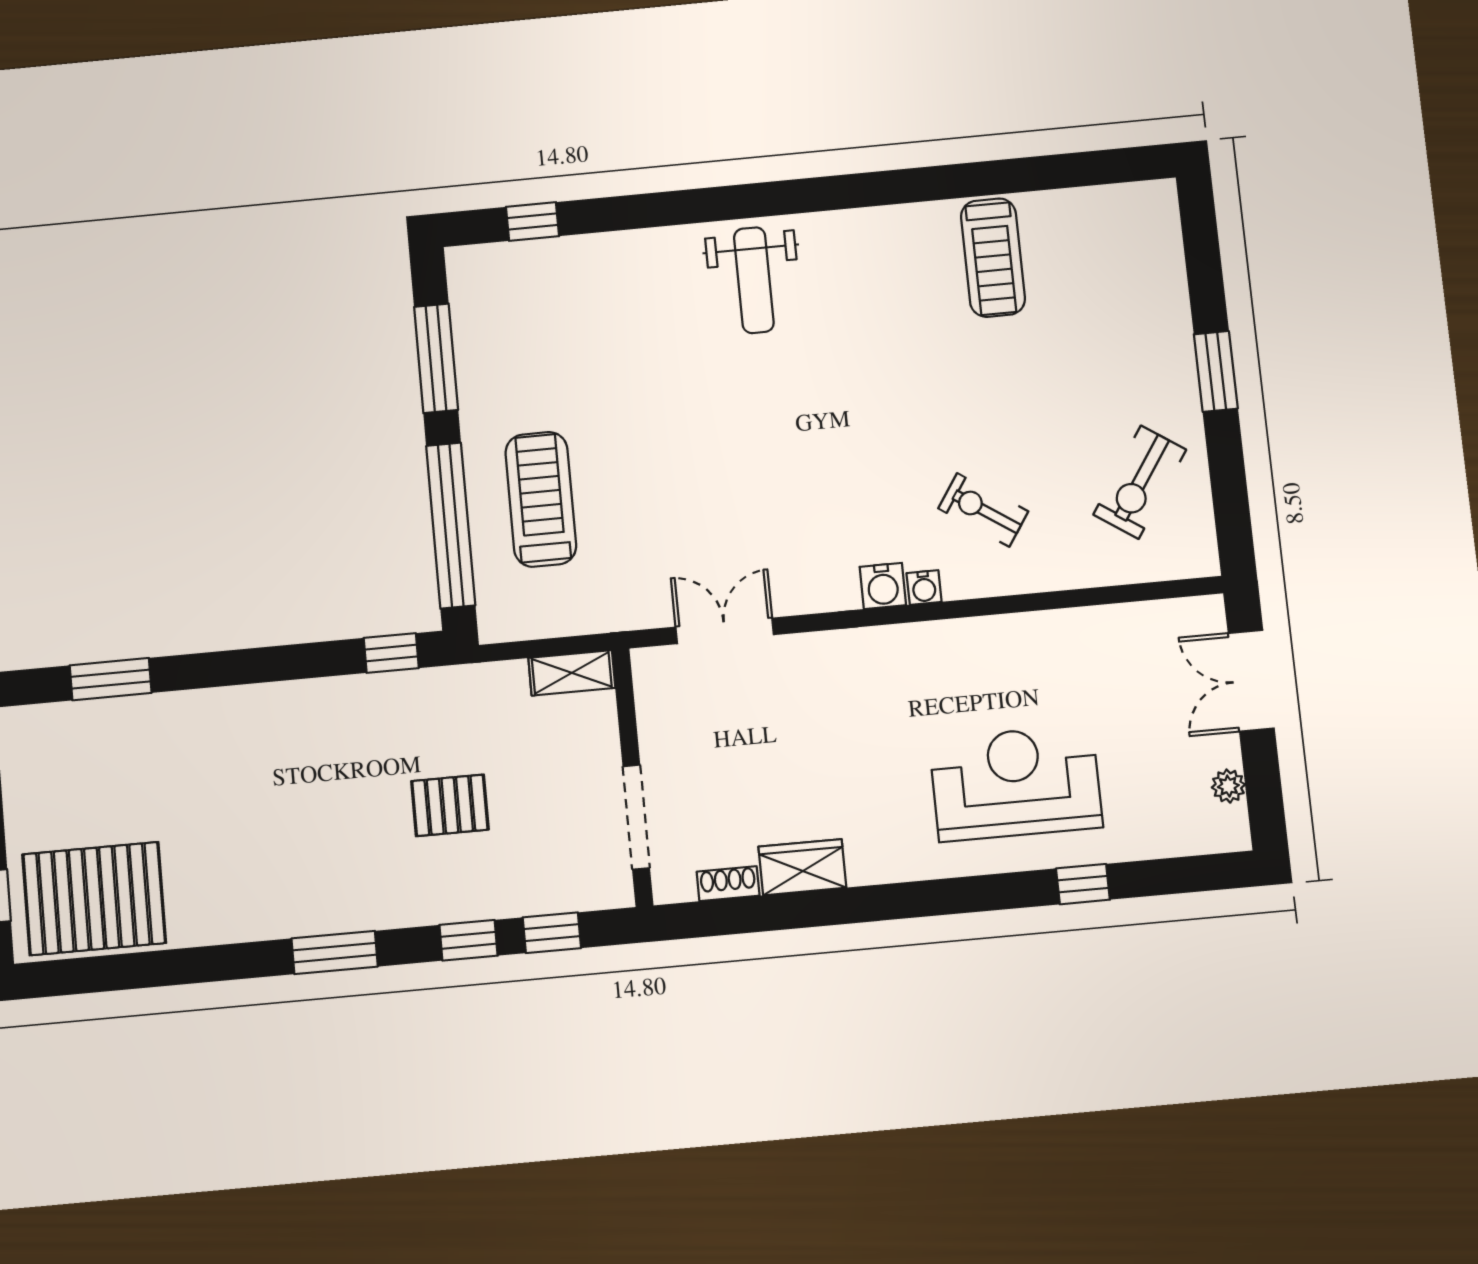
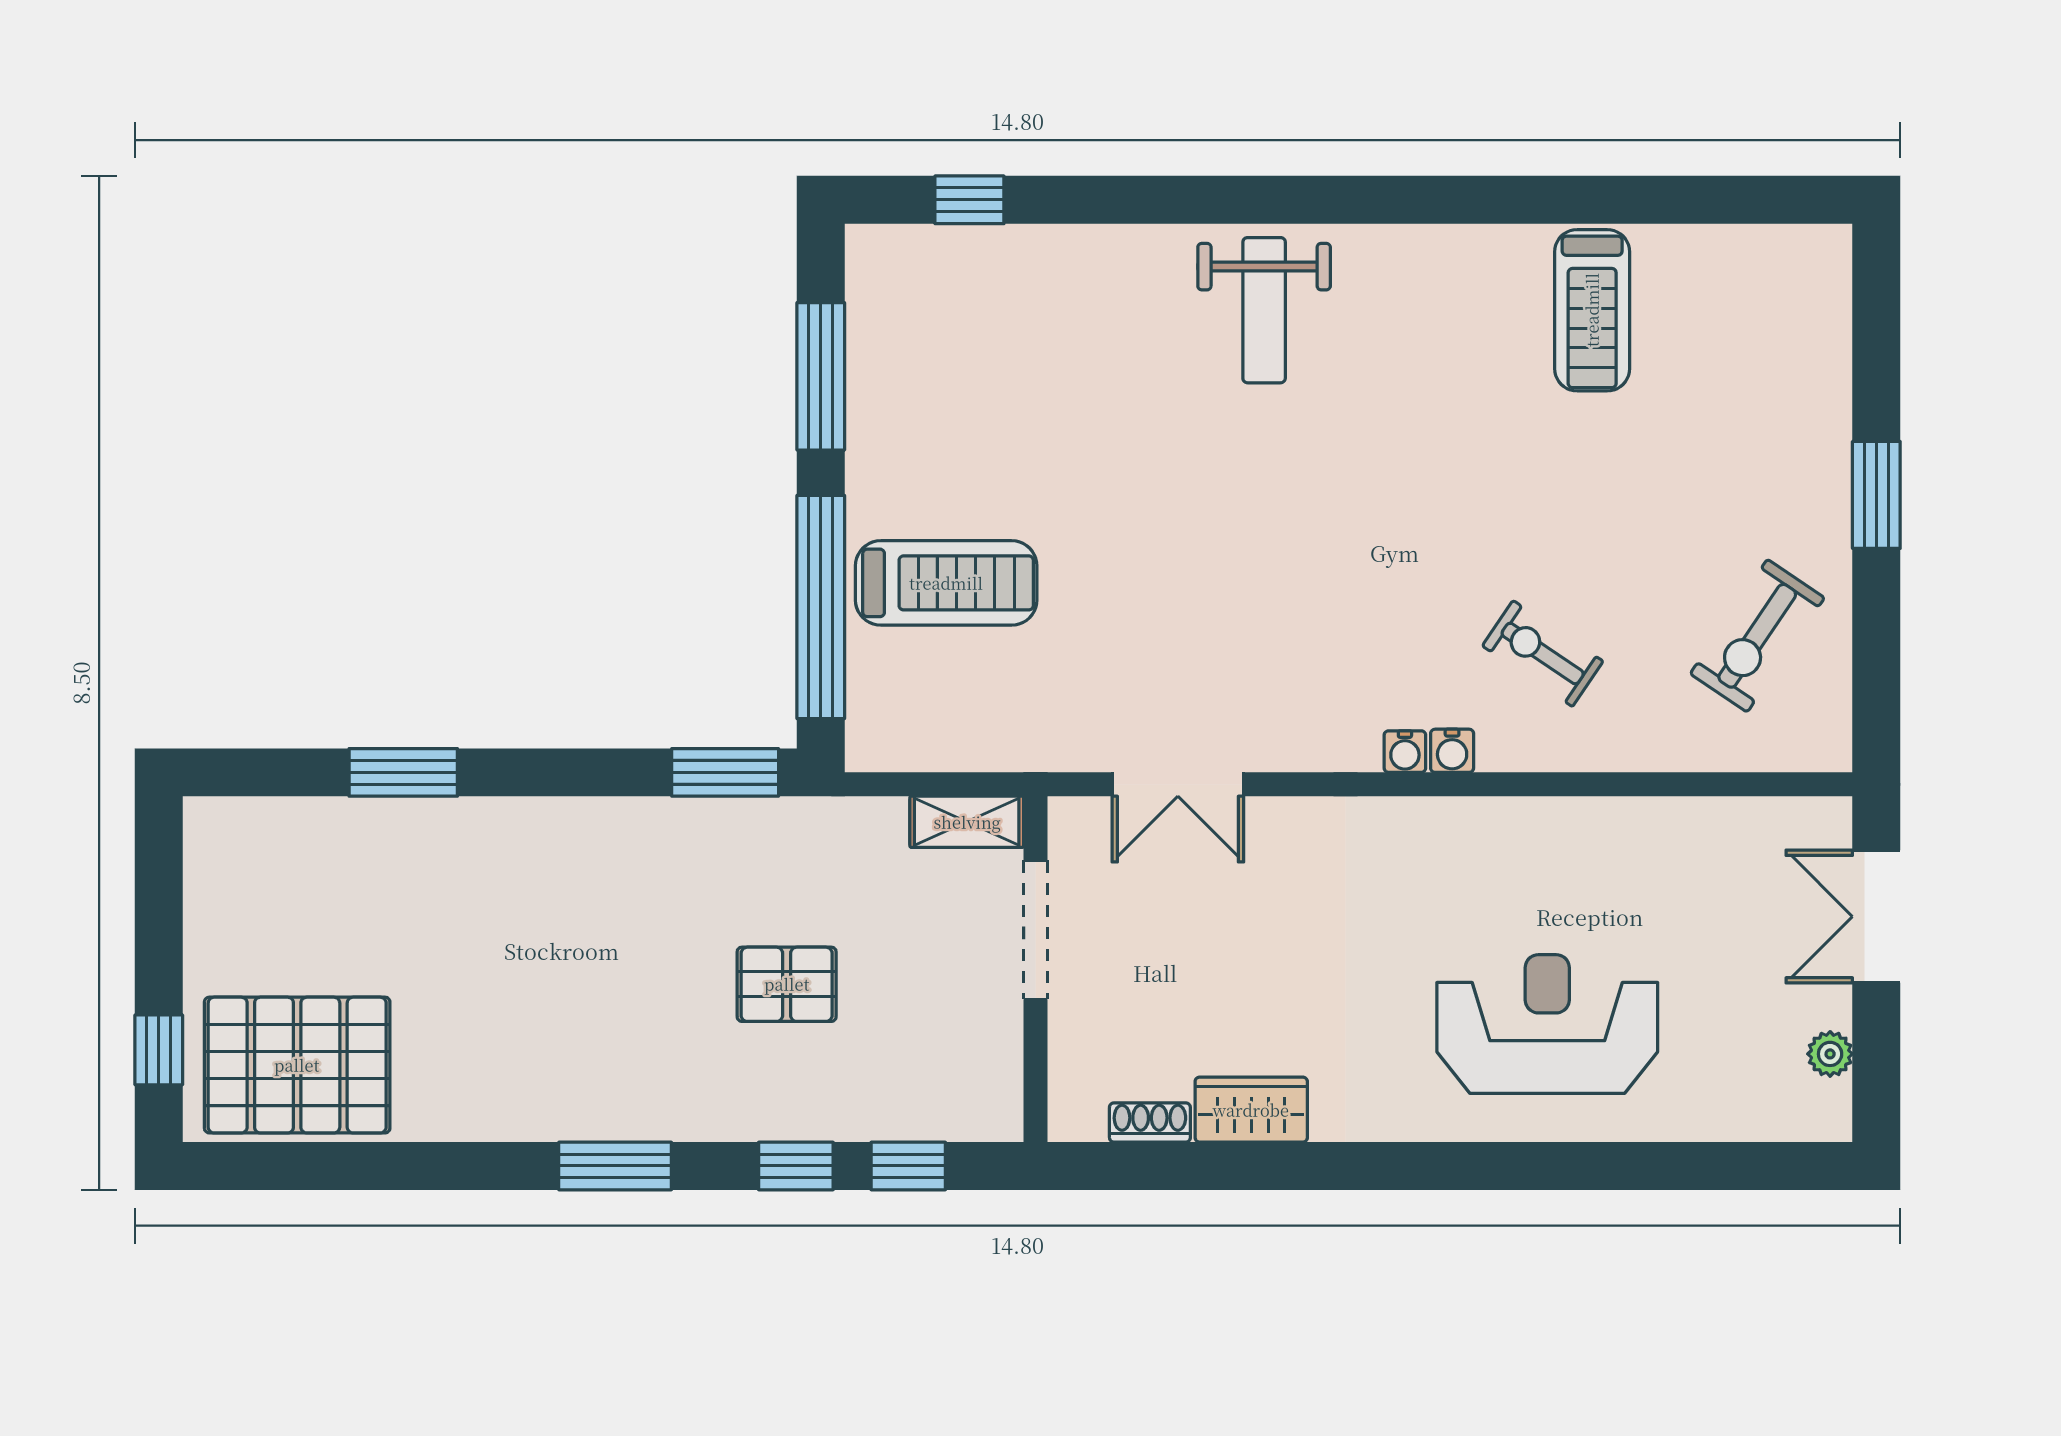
treadmill: (541, 499) -> (946, 583), turned 90
water cooler: (883, 586) -> (1405, 752), width x0.72, depth x0.72
double door: (725, 631) -> (1178, 784), swing flipped
window: (391, 653) -> (725, 772), width x1.50
window: (111, 679) -> (403, 772), moved
doorway: (636, 817) -> (1035, 930), moved
window: (1083, 884) -> (1622, 1166), removed

